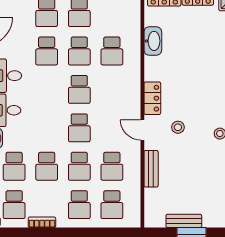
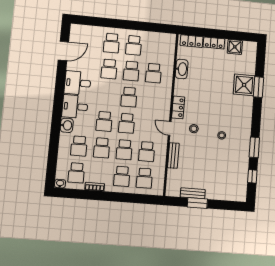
school desk: (47, 128) -> (104, 121), added

